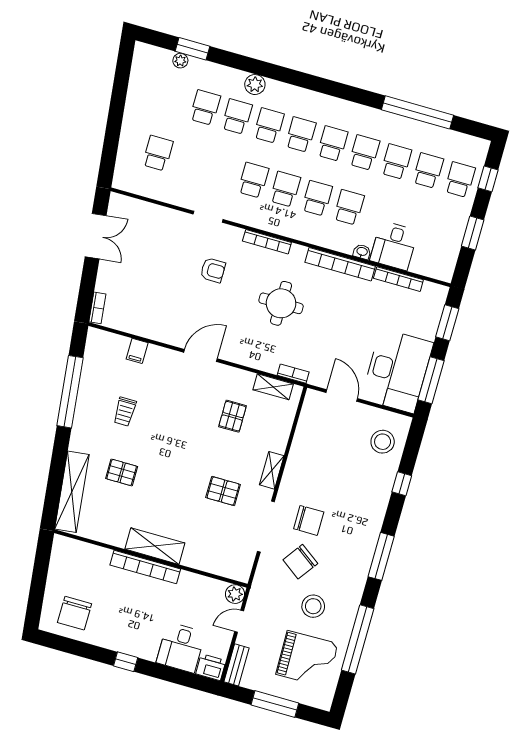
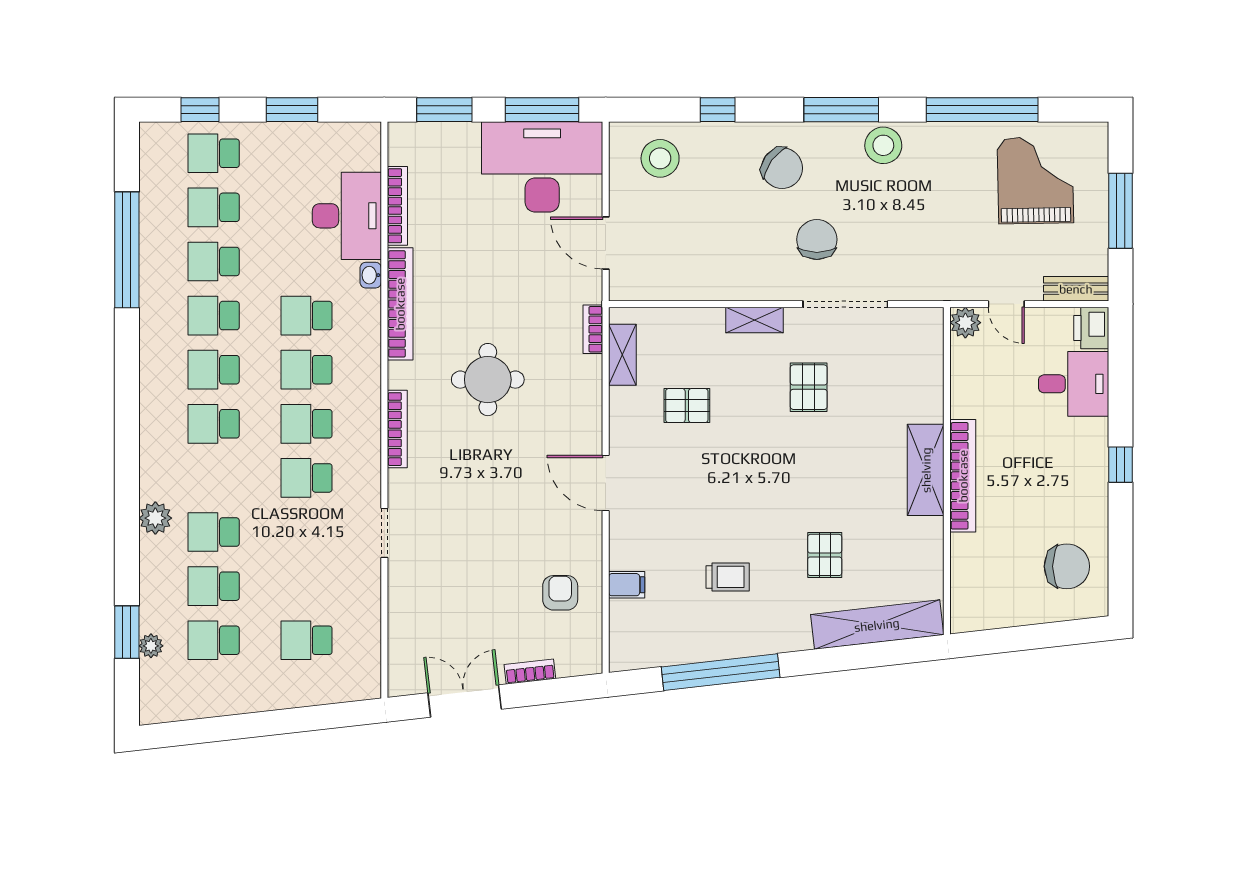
school desk: (269, 126) -> (214, 640), moved
desk: (394, 246) -> (347, 216), width x1.37
armchair: (213, 270) -> (560, 593), moved
bookcase: (97, 308) -> (530, 672), moved
door: (342, 396) -> (606, 243), hinge flipped
chair: (300, 562) -> (782, 168), moved
stool: (313, 606) -> (883, 145), moved

